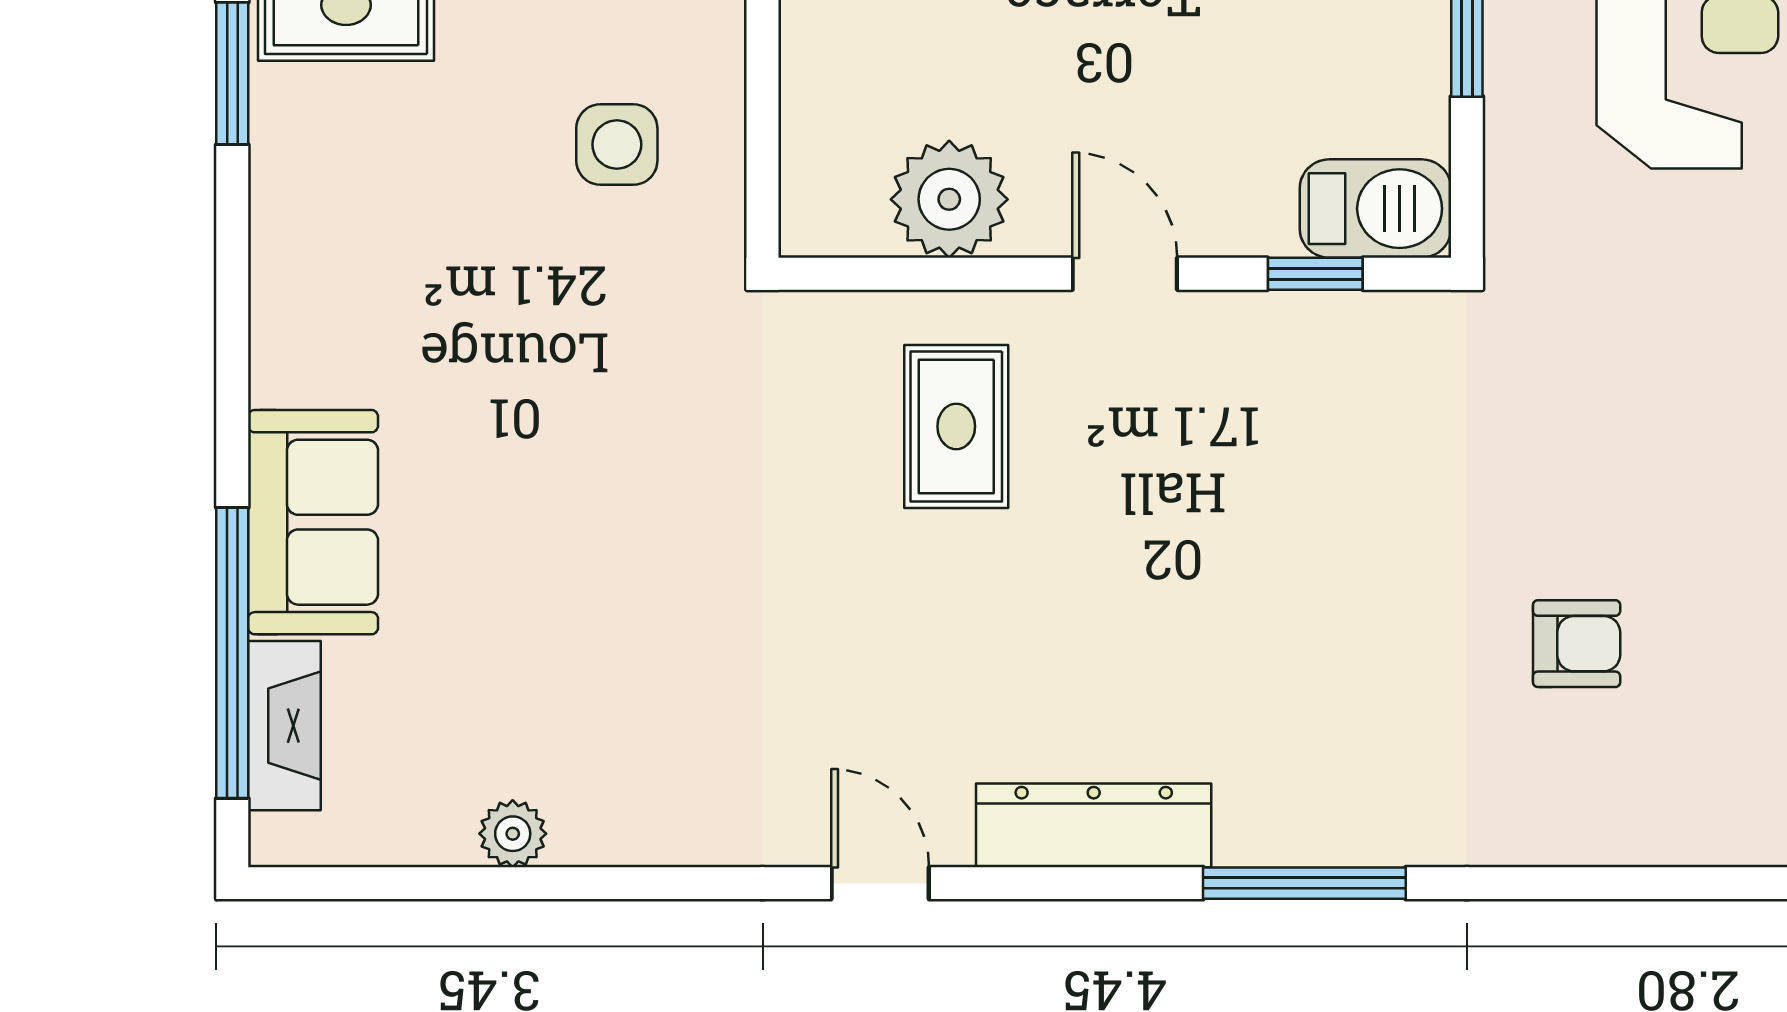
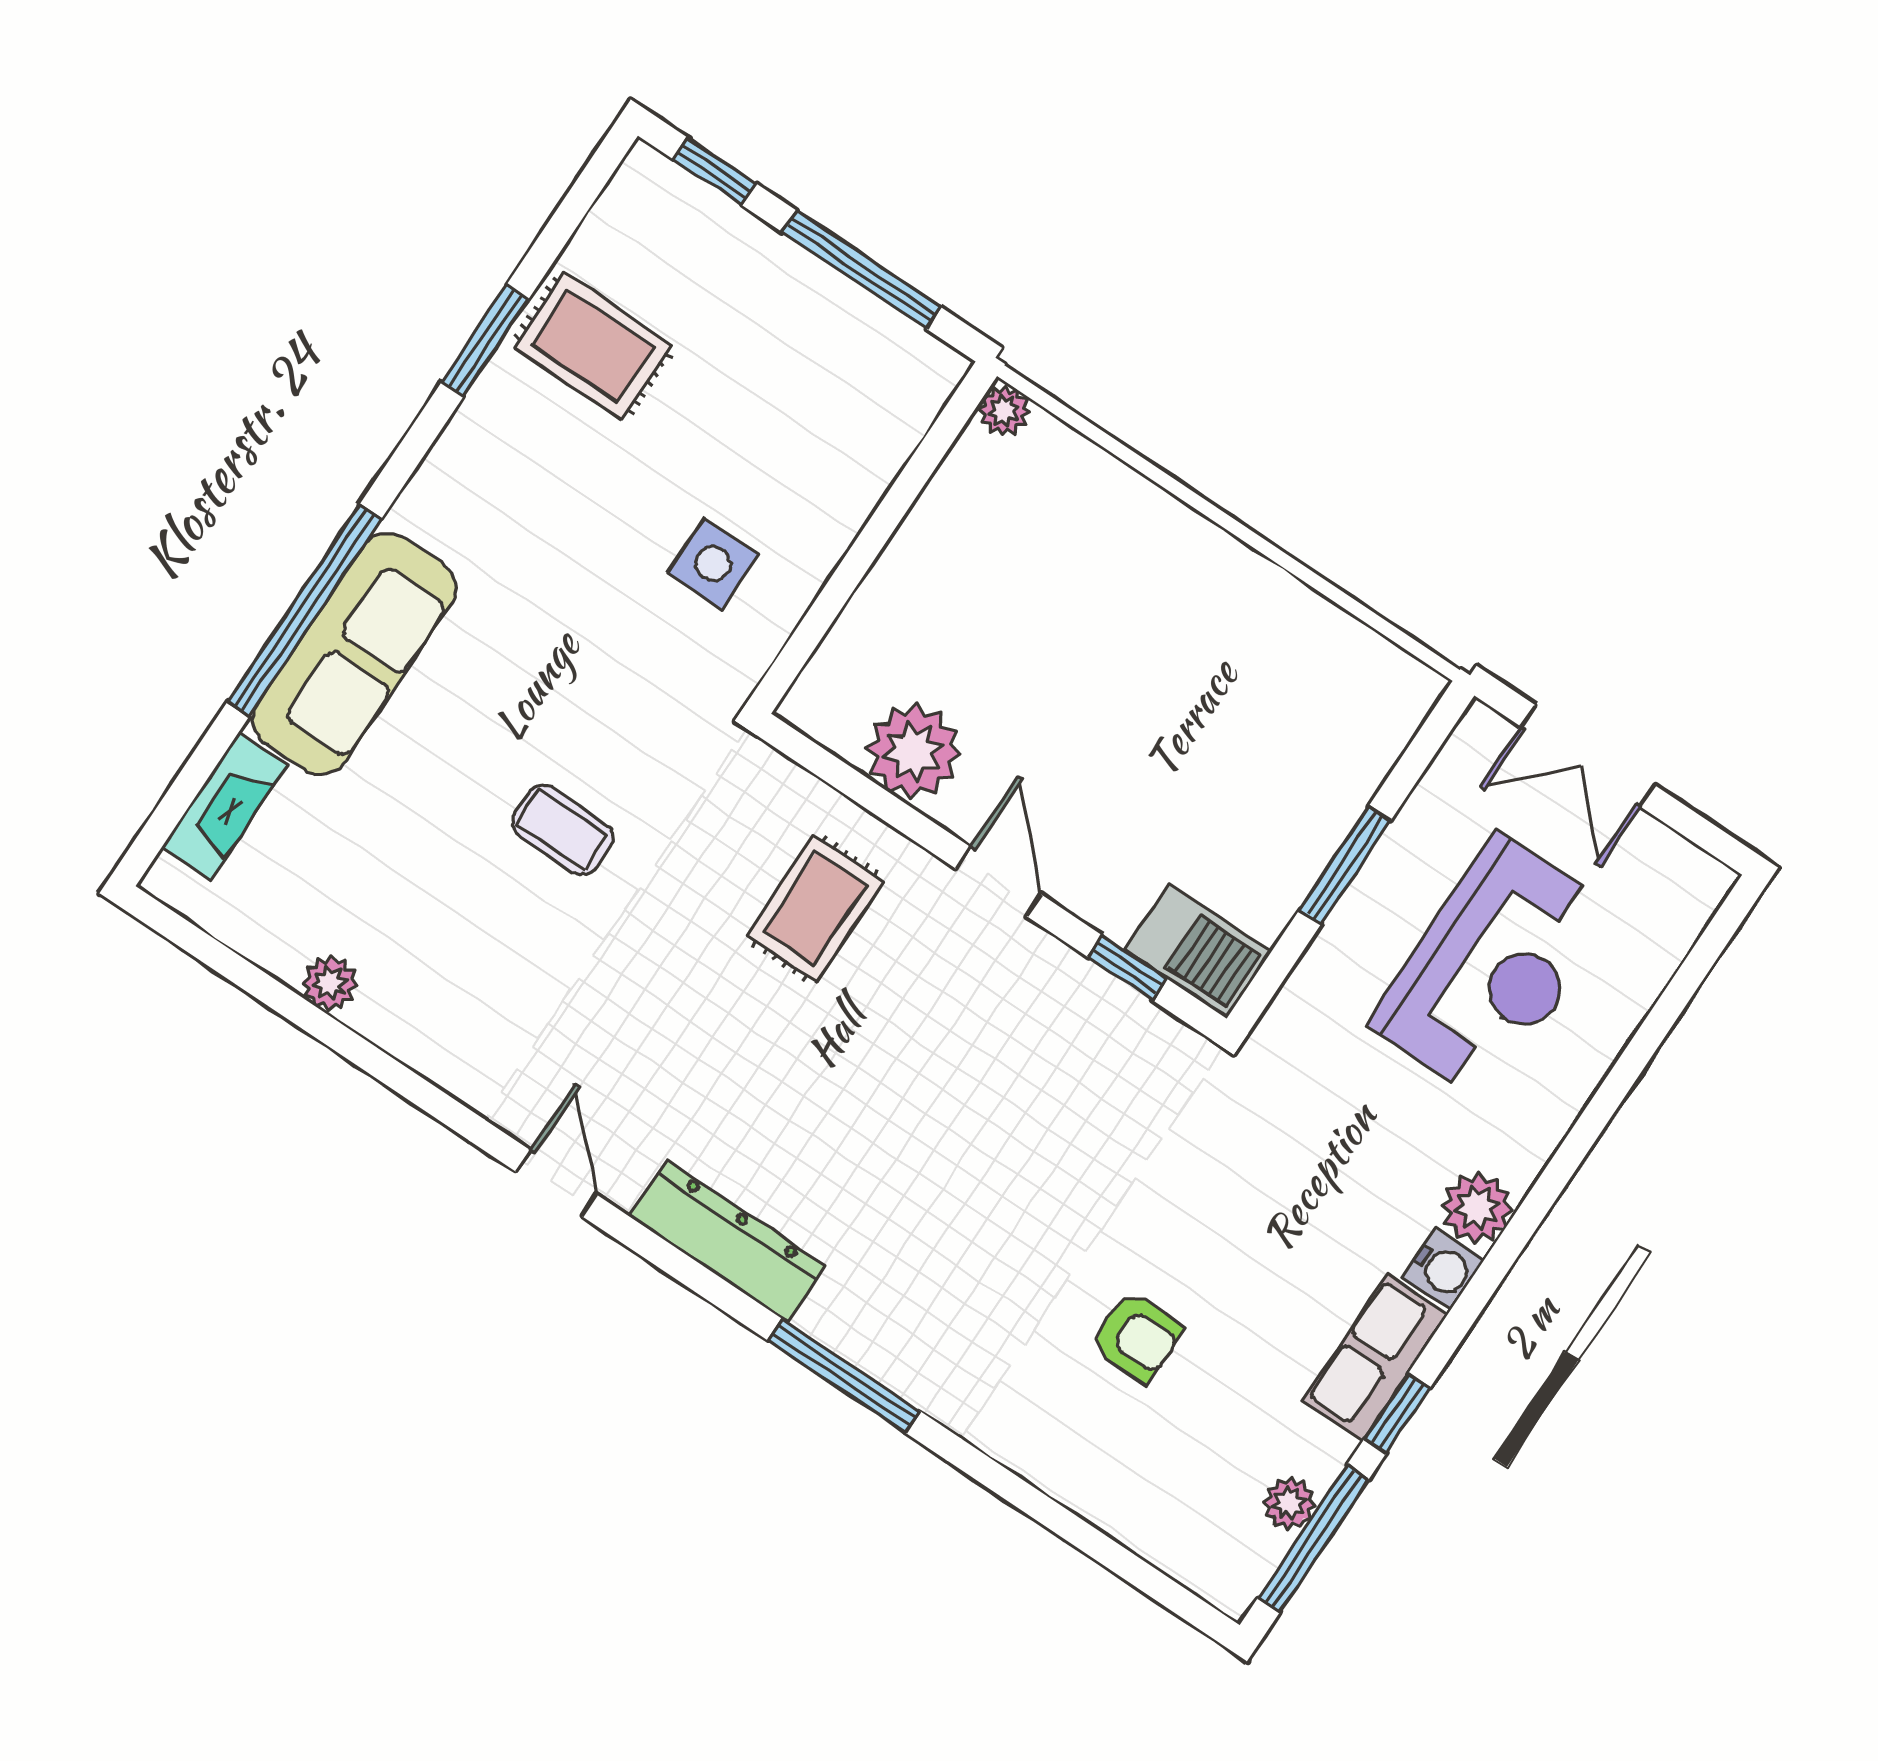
coffee table: (645, 518) -> (563, 830), added
sofa: (313, 522) -> (354, 654), width x1.36
window: (232, 653) -> (305, 610), moved

